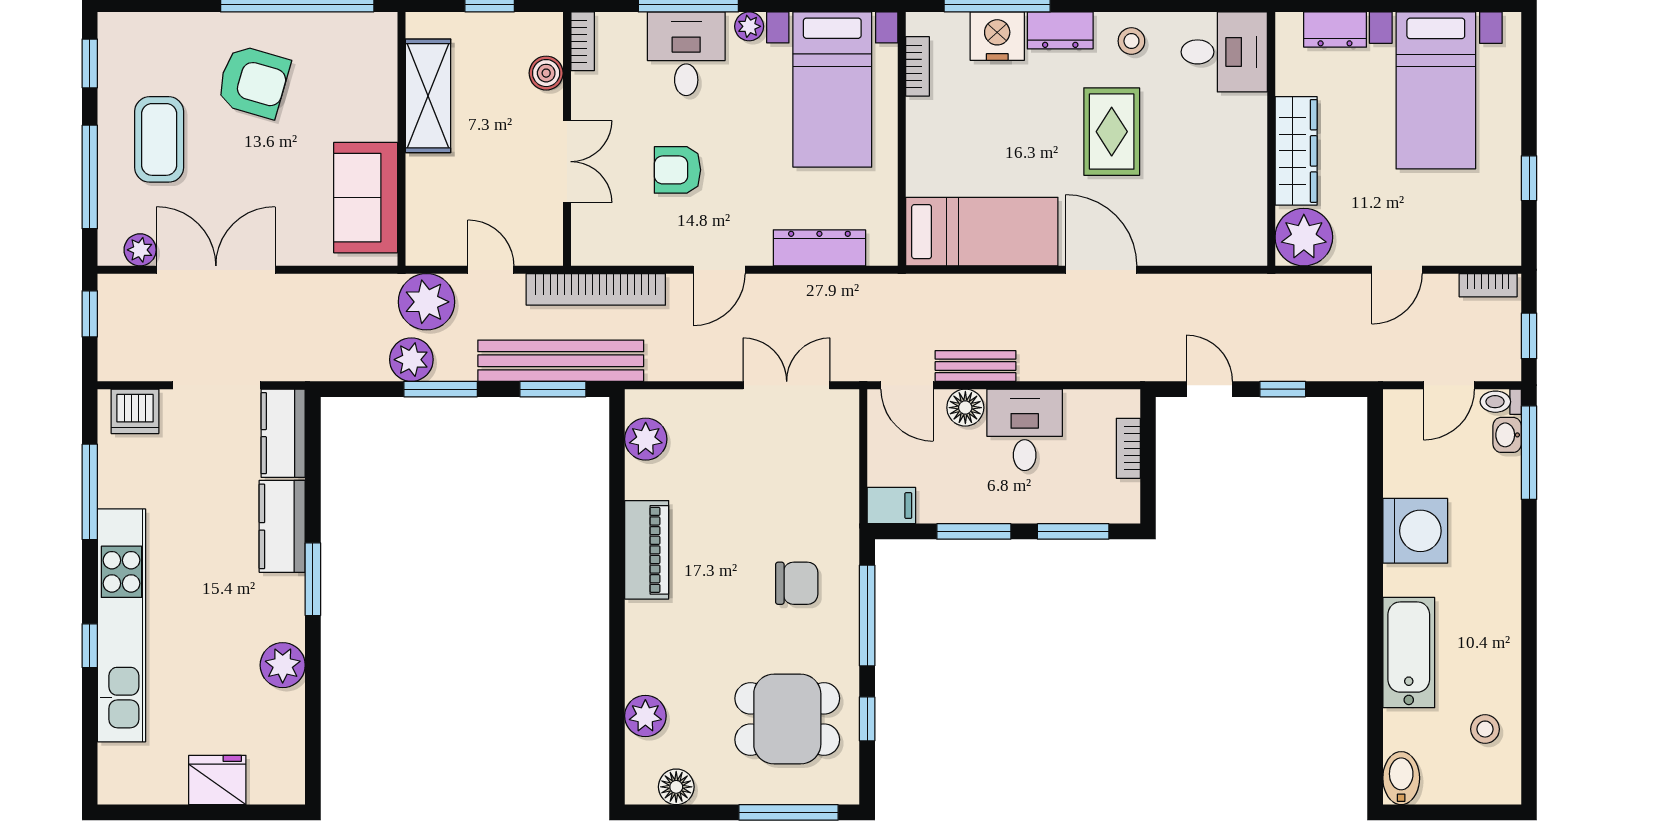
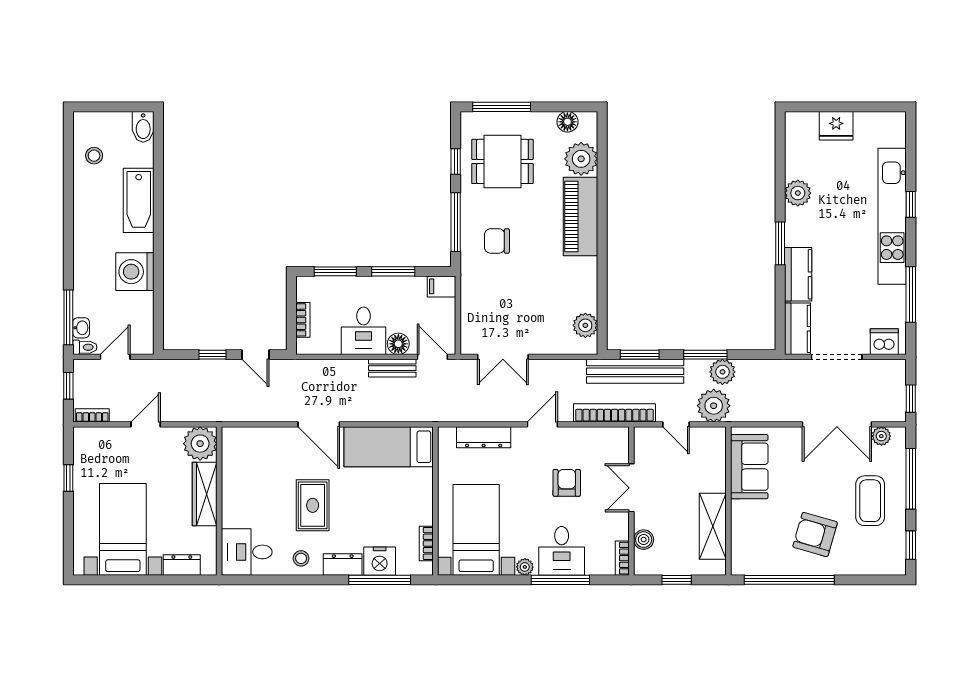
armchair: (678, 170) -> (567, 483), turned -90
piano: (647, 550) -> (581, 217), moved, width x1.37, depth x1.33
plant: (645, 716) -> (581, 159), width x1.36, depth x1.36

